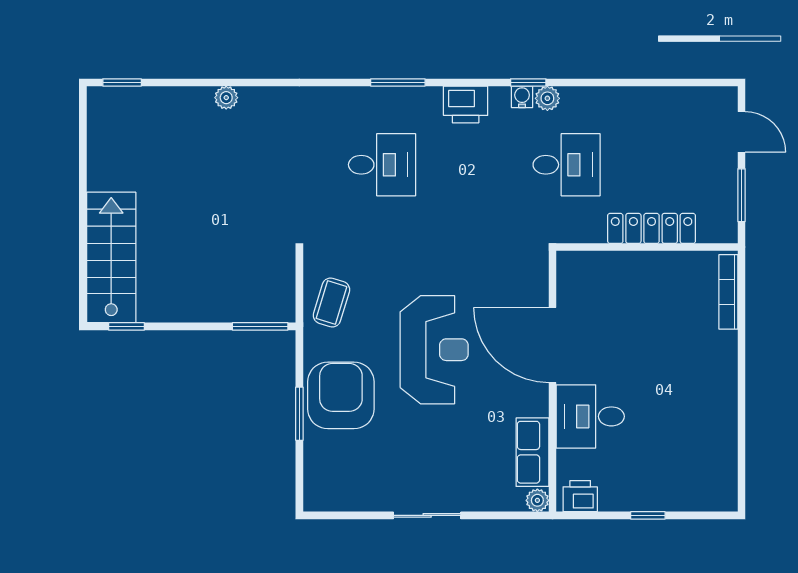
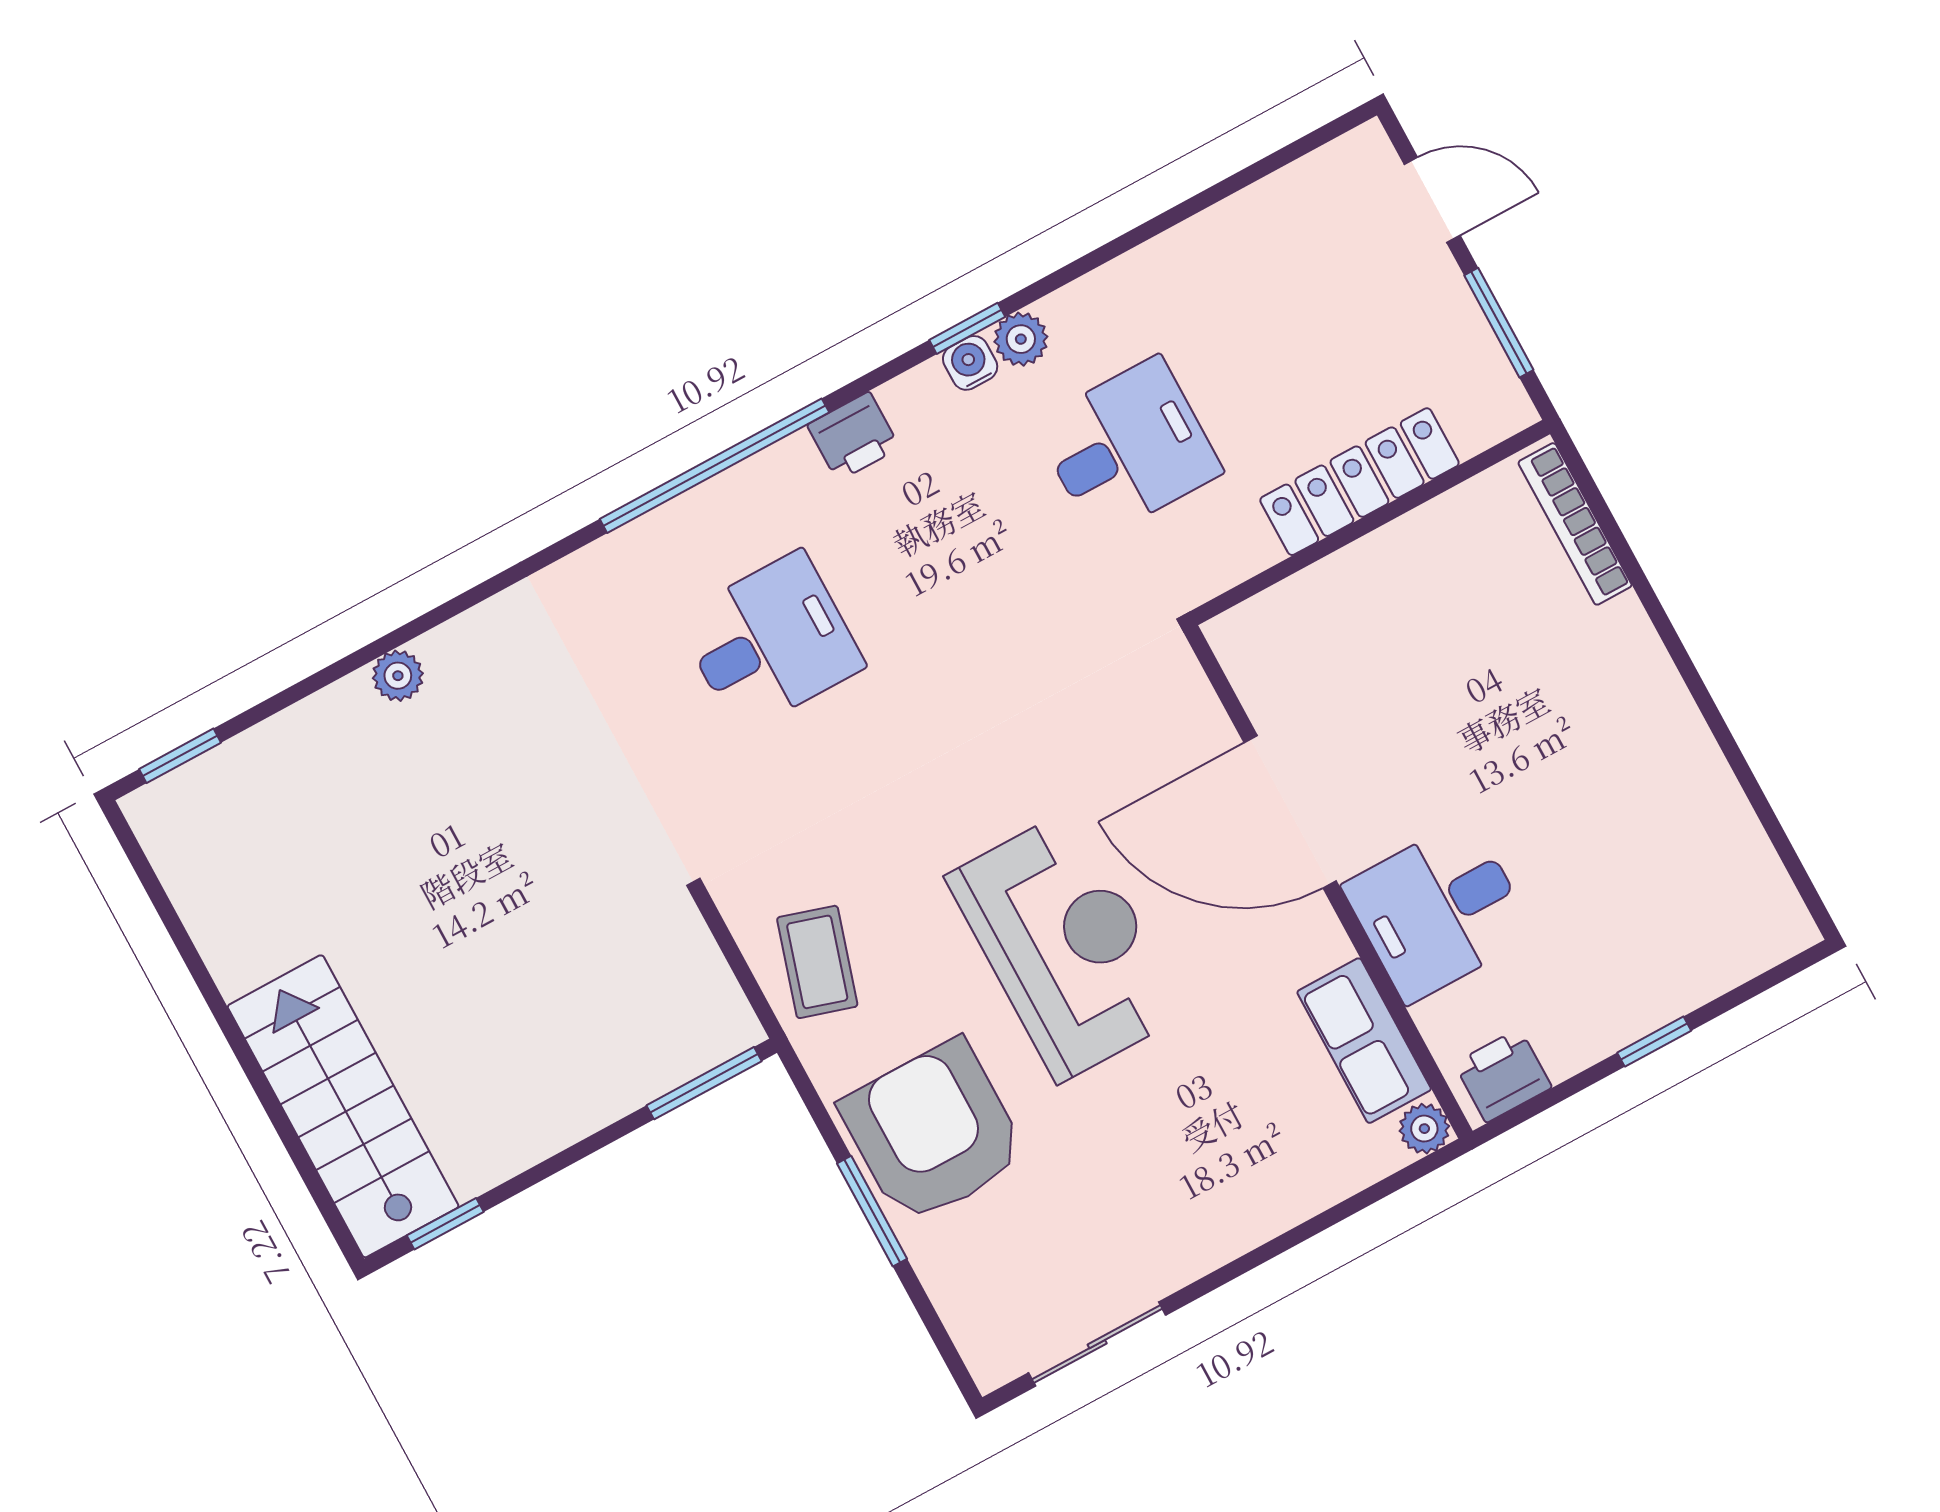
window: (398, 82) -> (714, 466), width x2.11
printer: (466, 104) -> (854, 436), width x0.73, depth x0.81
sliding door: (427, 515) -> (1097, 1344), moved

